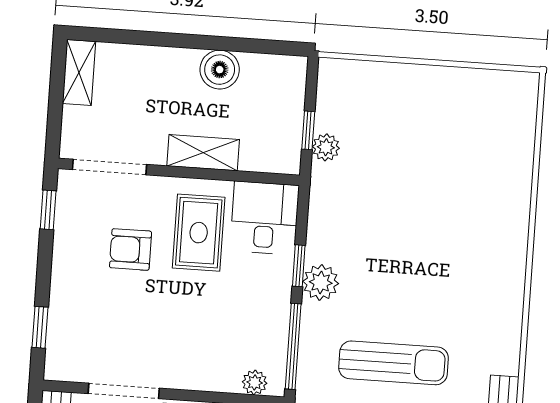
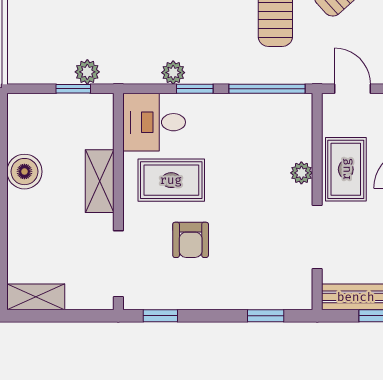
plant: (321, 282) -> (173, 73), moved, width x0.73, depth x0.73
plant: (255, 382) -> (301, 173), moved

